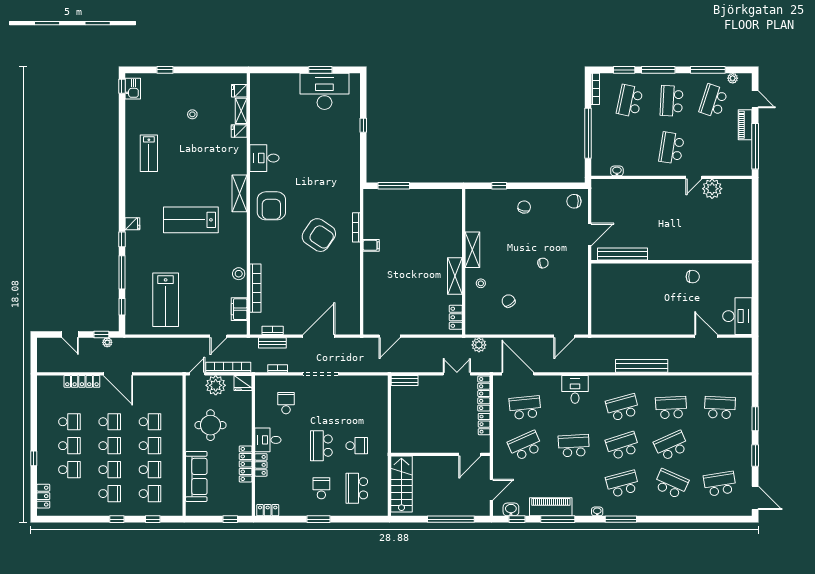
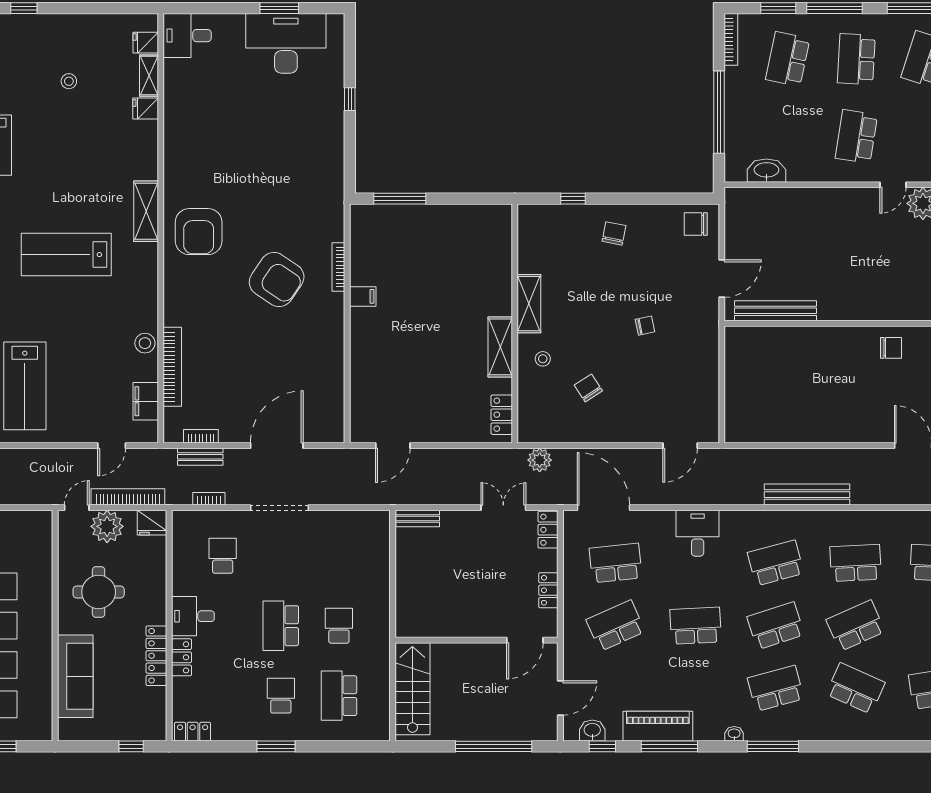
desk: (264, 158) -> (187, 36), moved
washbasin: (617, 171) -> (766, 171), width x1.91, depth x1.45
locker: (484, 394) -> (548, 530), width x0.66
school desk: (357, 446) -> (339, 626), turned -90

